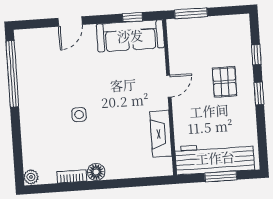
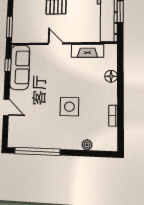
side table: (79, 115) -> (69, 107), width x1.87, depth x1.87
floor lamp: (96, 172) -> (111, 76), moved
plant: (31, 177) -> (87, 145), moved

